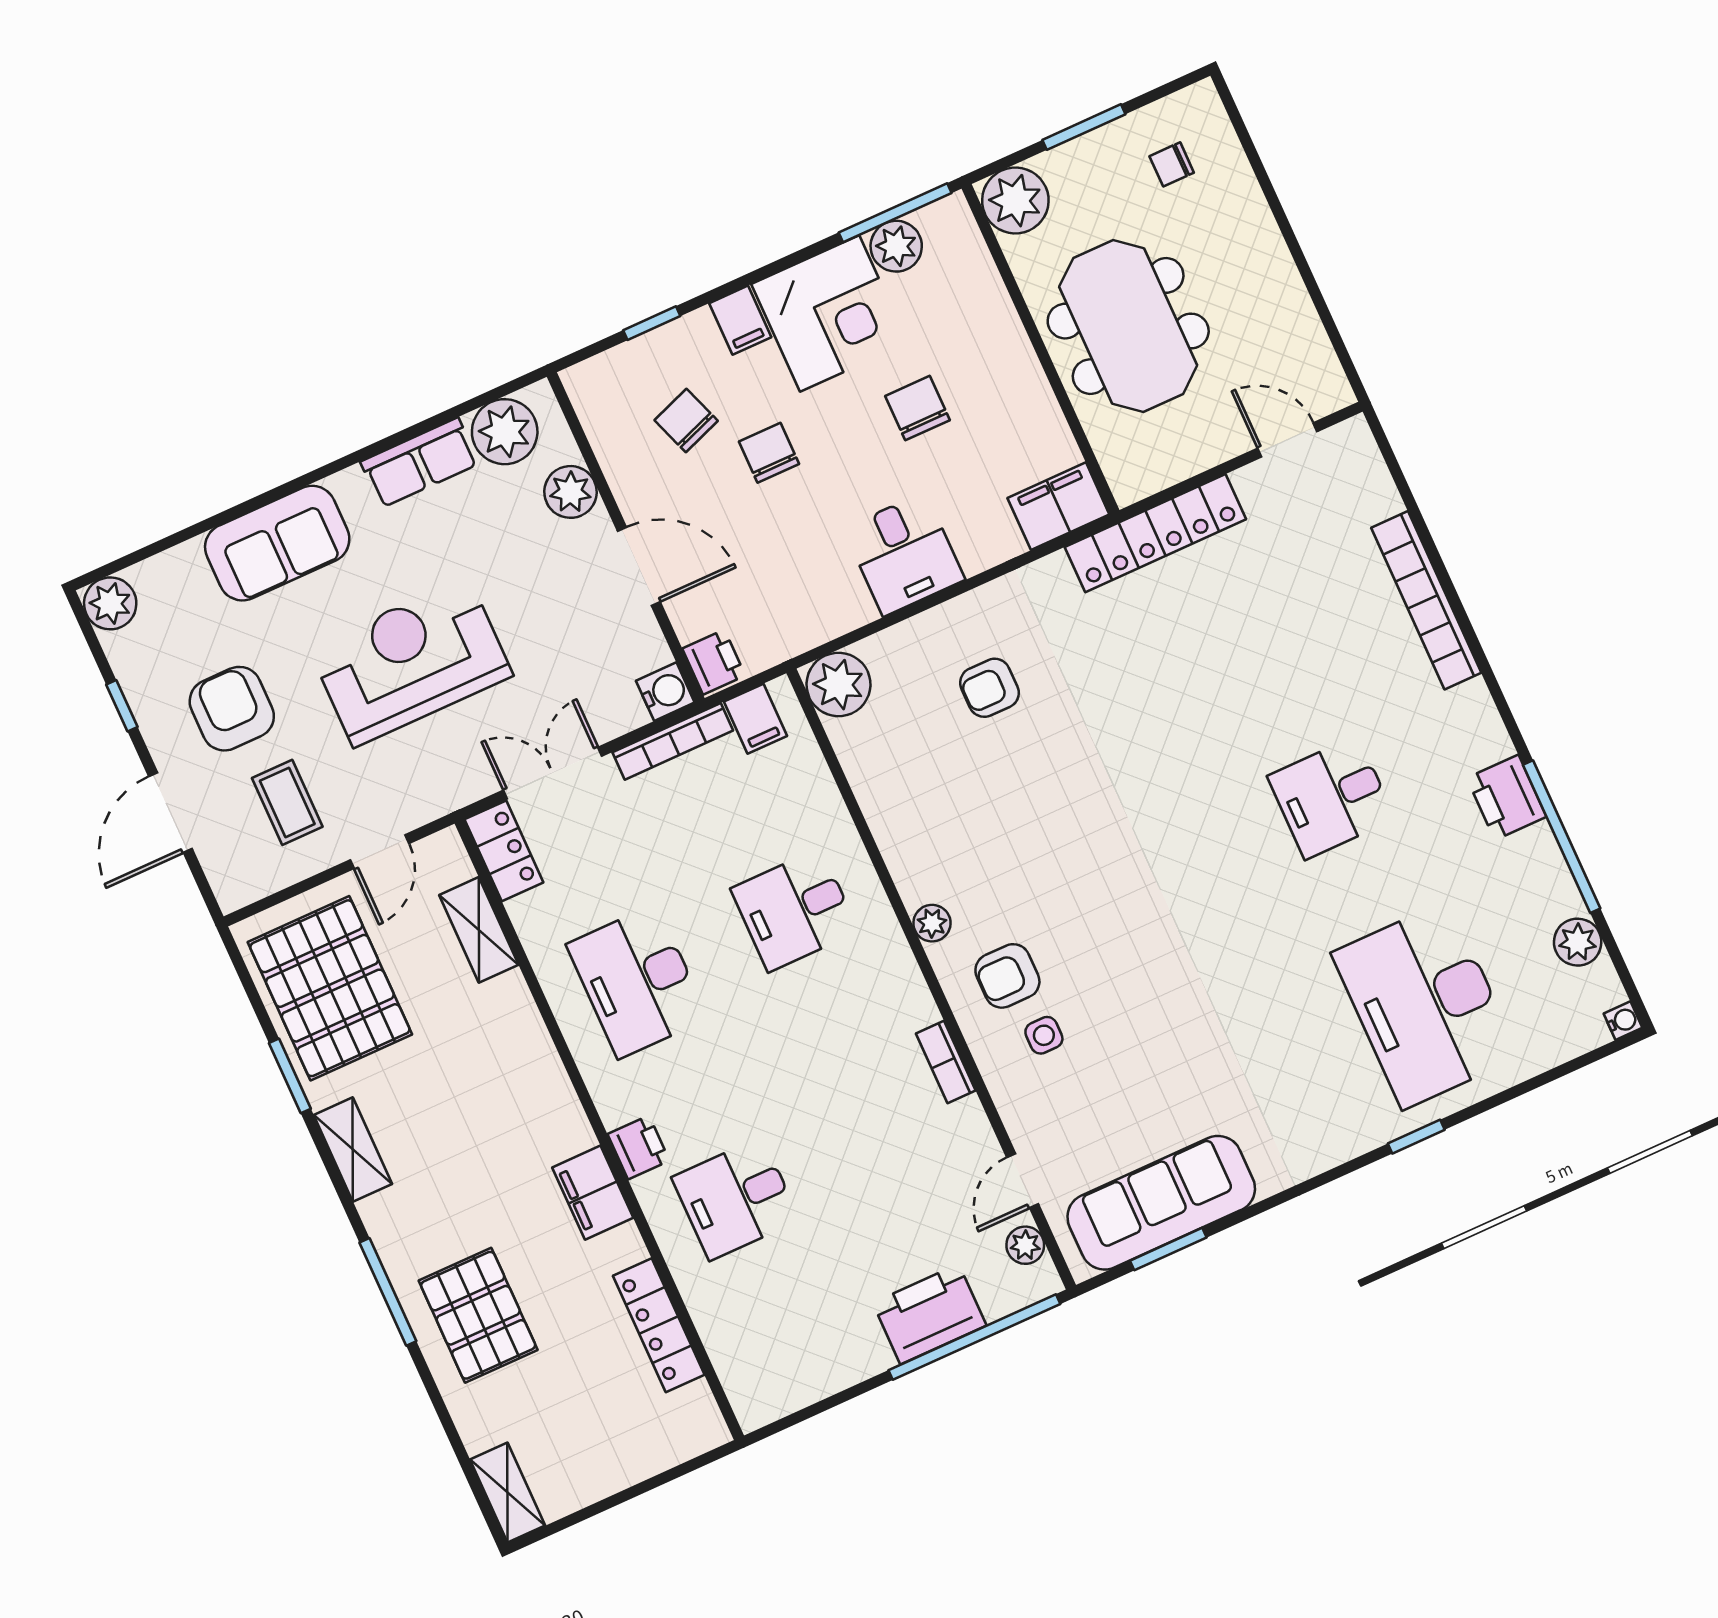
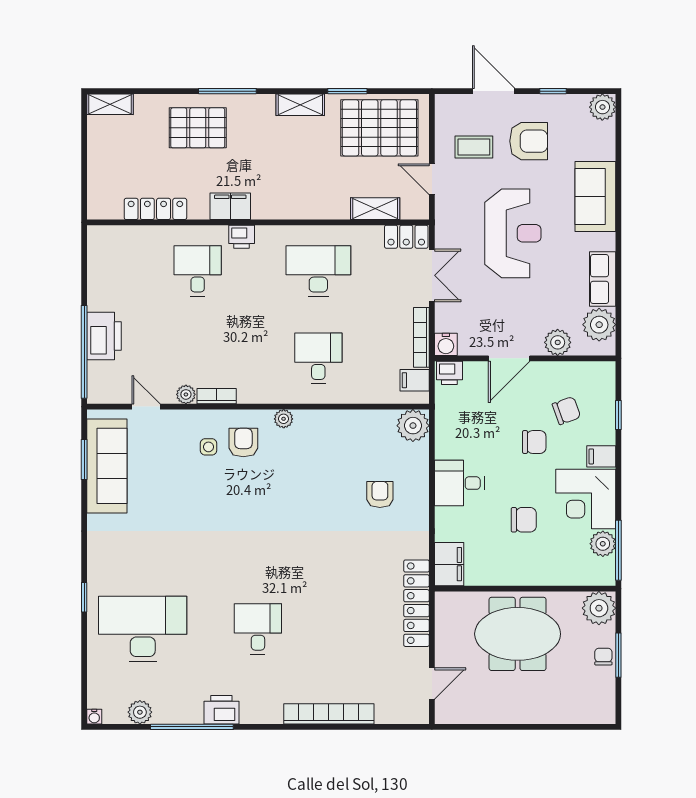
chair: (1172, 164) -> (603, 657), moved
plant: (1025, 1245) -> (186, 394), moved

